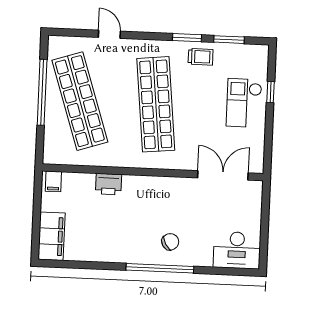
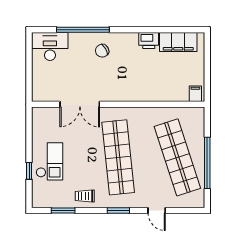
window: (187, 38) -> (118, 210), moved
double door: (223, 175) -> (80, 104), moved
printer: (109, 184) -> (149, 40), moved, turned 180
filing cabinet: (52, 236) -> (178, 42), moved, turned -90
window: (160, 268) -> (83, 30), moved

